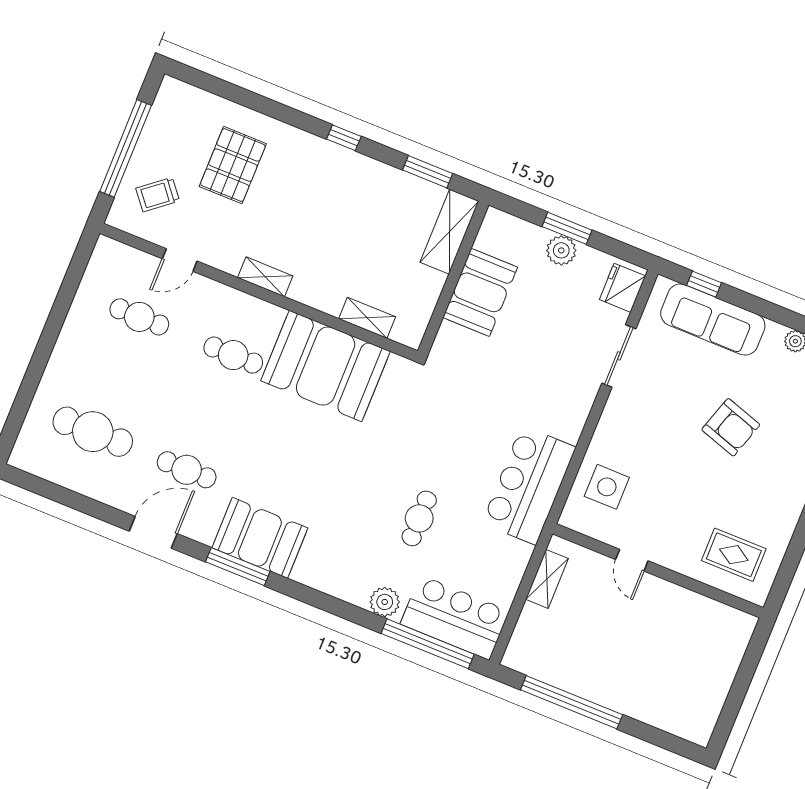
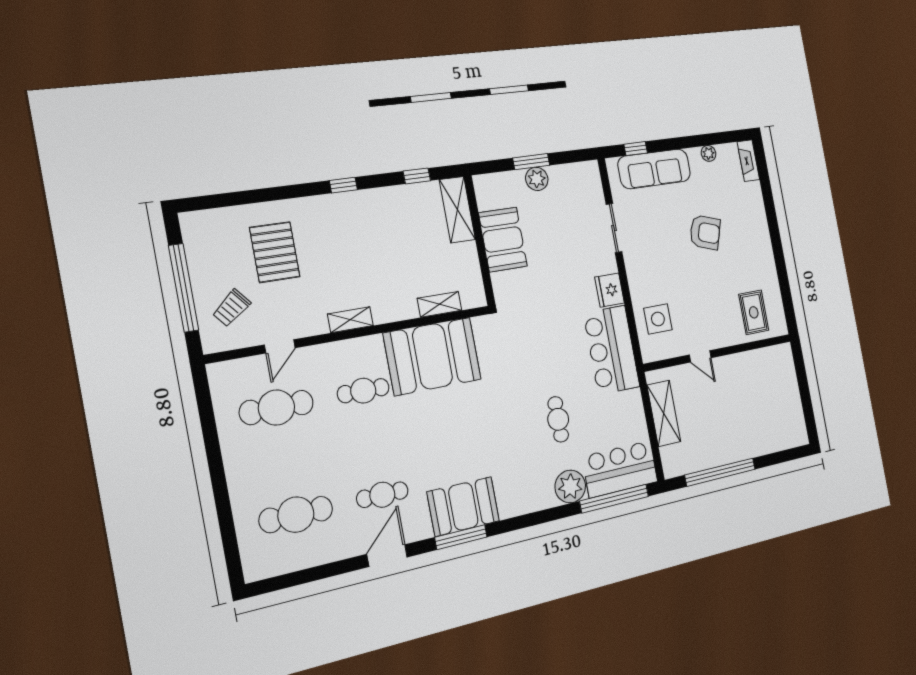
window: (428, 172) -> (417, 176), width x0.67
fridge: (623, 288) -> (610, 290), moved
cafe table: (139, 317) -> (276, 407), width x1.37, depth x1.35
rug: (734, 555) -> (754, 312), turned 90
shelving: (547, 579) -> (664, 413), width x1.50, depth x1.33
plant: (385, 602) -> (570, 487), width x1.36, depth x1.36

